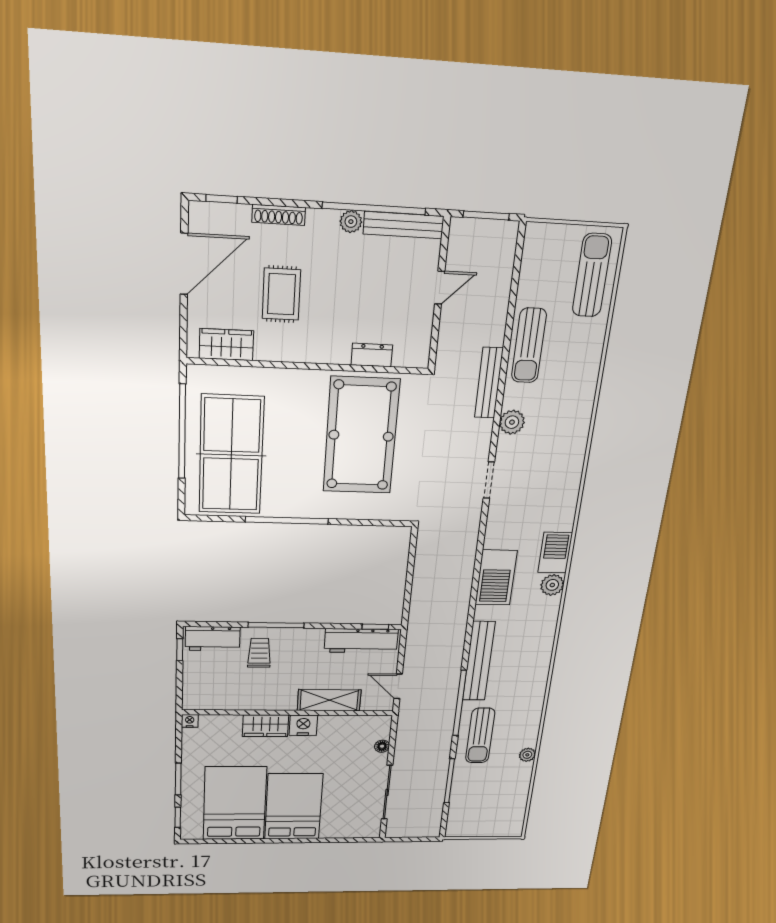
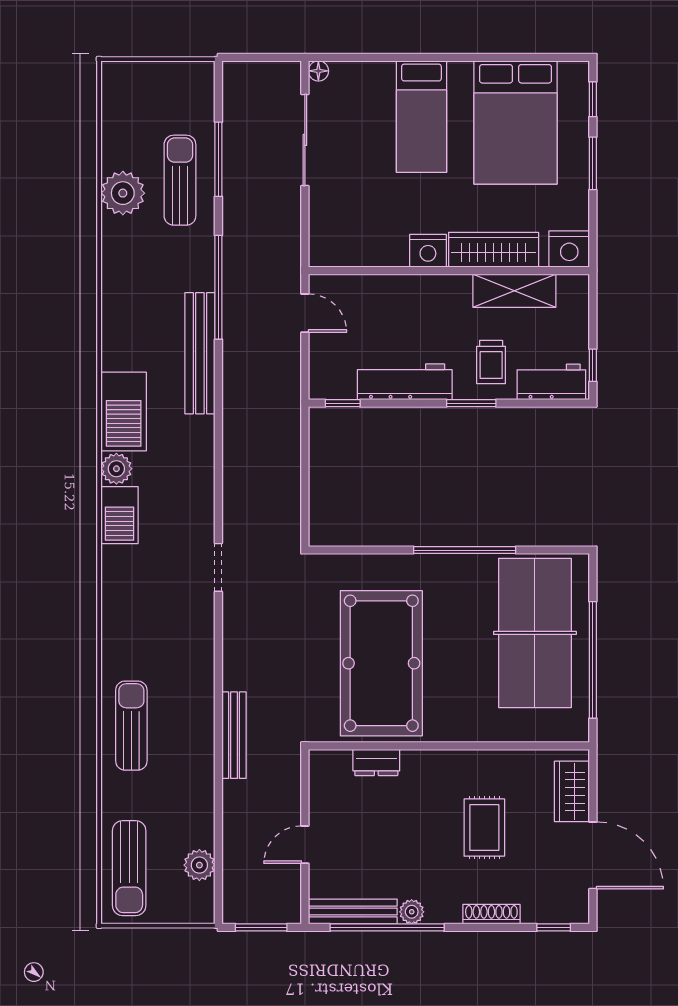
door: (184, 264) -> (593, 855), swing flipped
wardrobe: (226, 345) -> (572, 791), moved, turned 90
sun lounger: (529, 346) -> (131, 726), moved
plant: (512, 422) -> (199, 865), moved
doorway: (489, 480) -> (218, 567), moved
barbecue: (496, 578) -> (124, 412), moved, turned 180
window: (276, 625) -> (471, 403), width x0.69
workbench: (361, 641) -> (405, 382), moved
shelving: (329, 700) -> (514, 291), moved
nightstand: (190, 721) -> (569, 249), width x1.89, depth x1.79
wardrobe: (265, 726) -> (494, 250), width x1.50
sun lounger: (480, 736) -> (180, 180), moved
floor lamp: (382, 746) -> (318, 71), moved
plant: (527, 755) -> (123, 193), width x1.88, depth x1.88
bed: (294, 806) -> (421, 117), width x0.67

